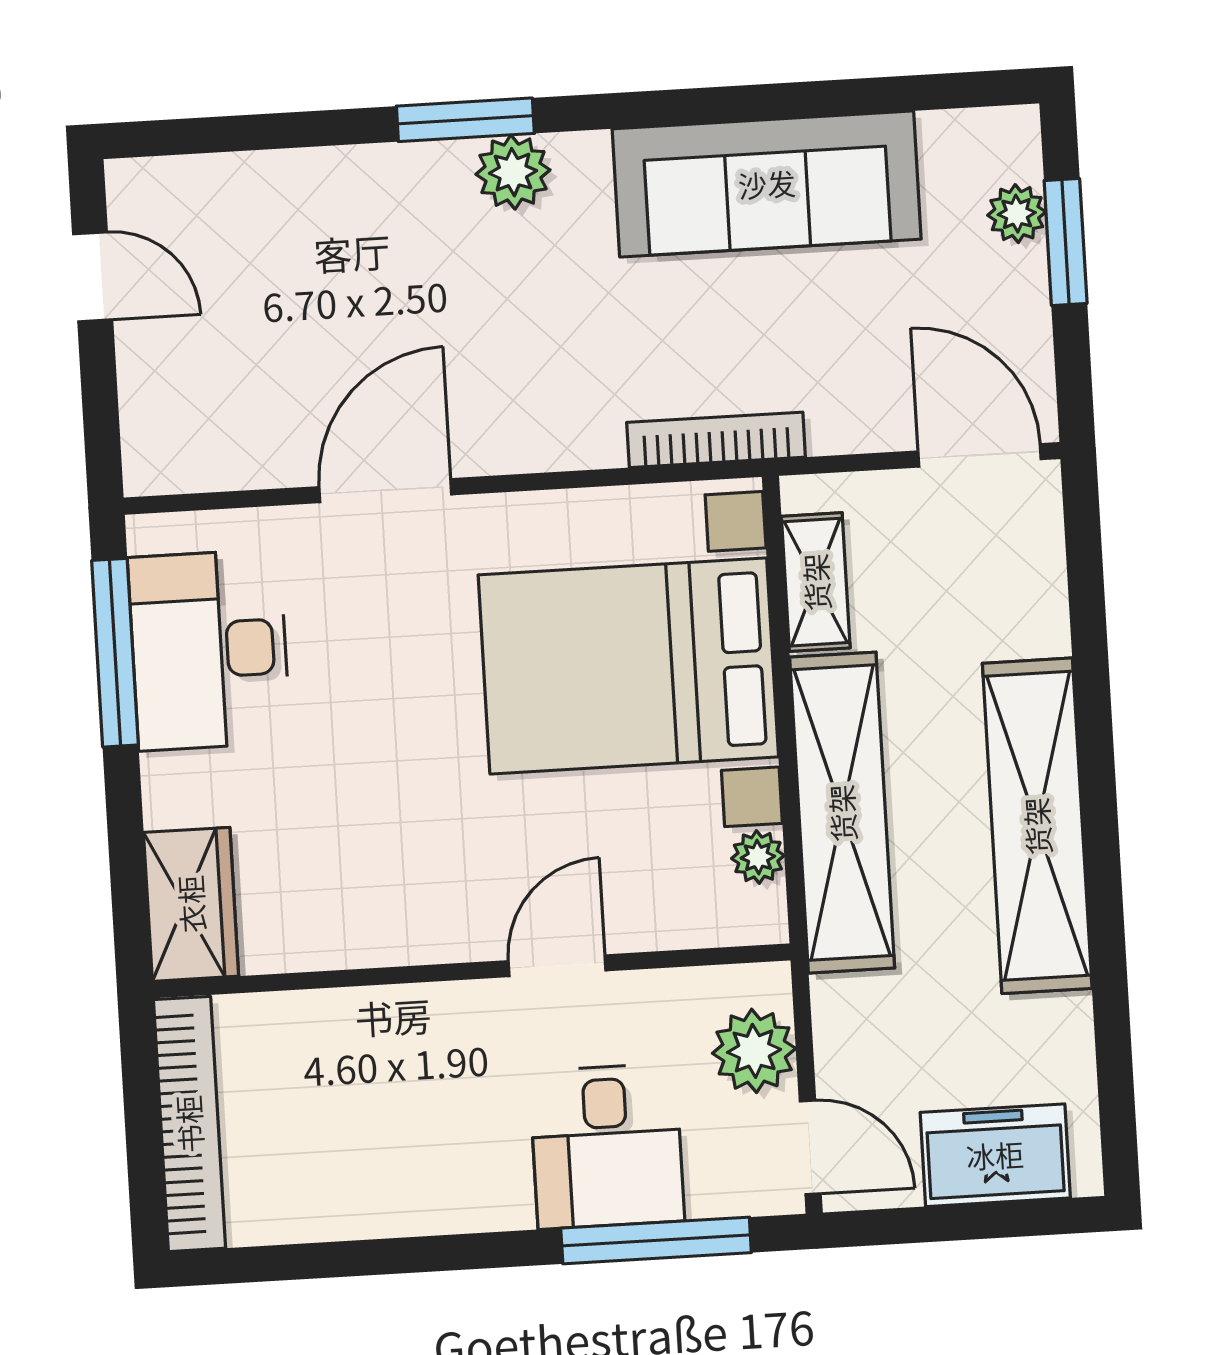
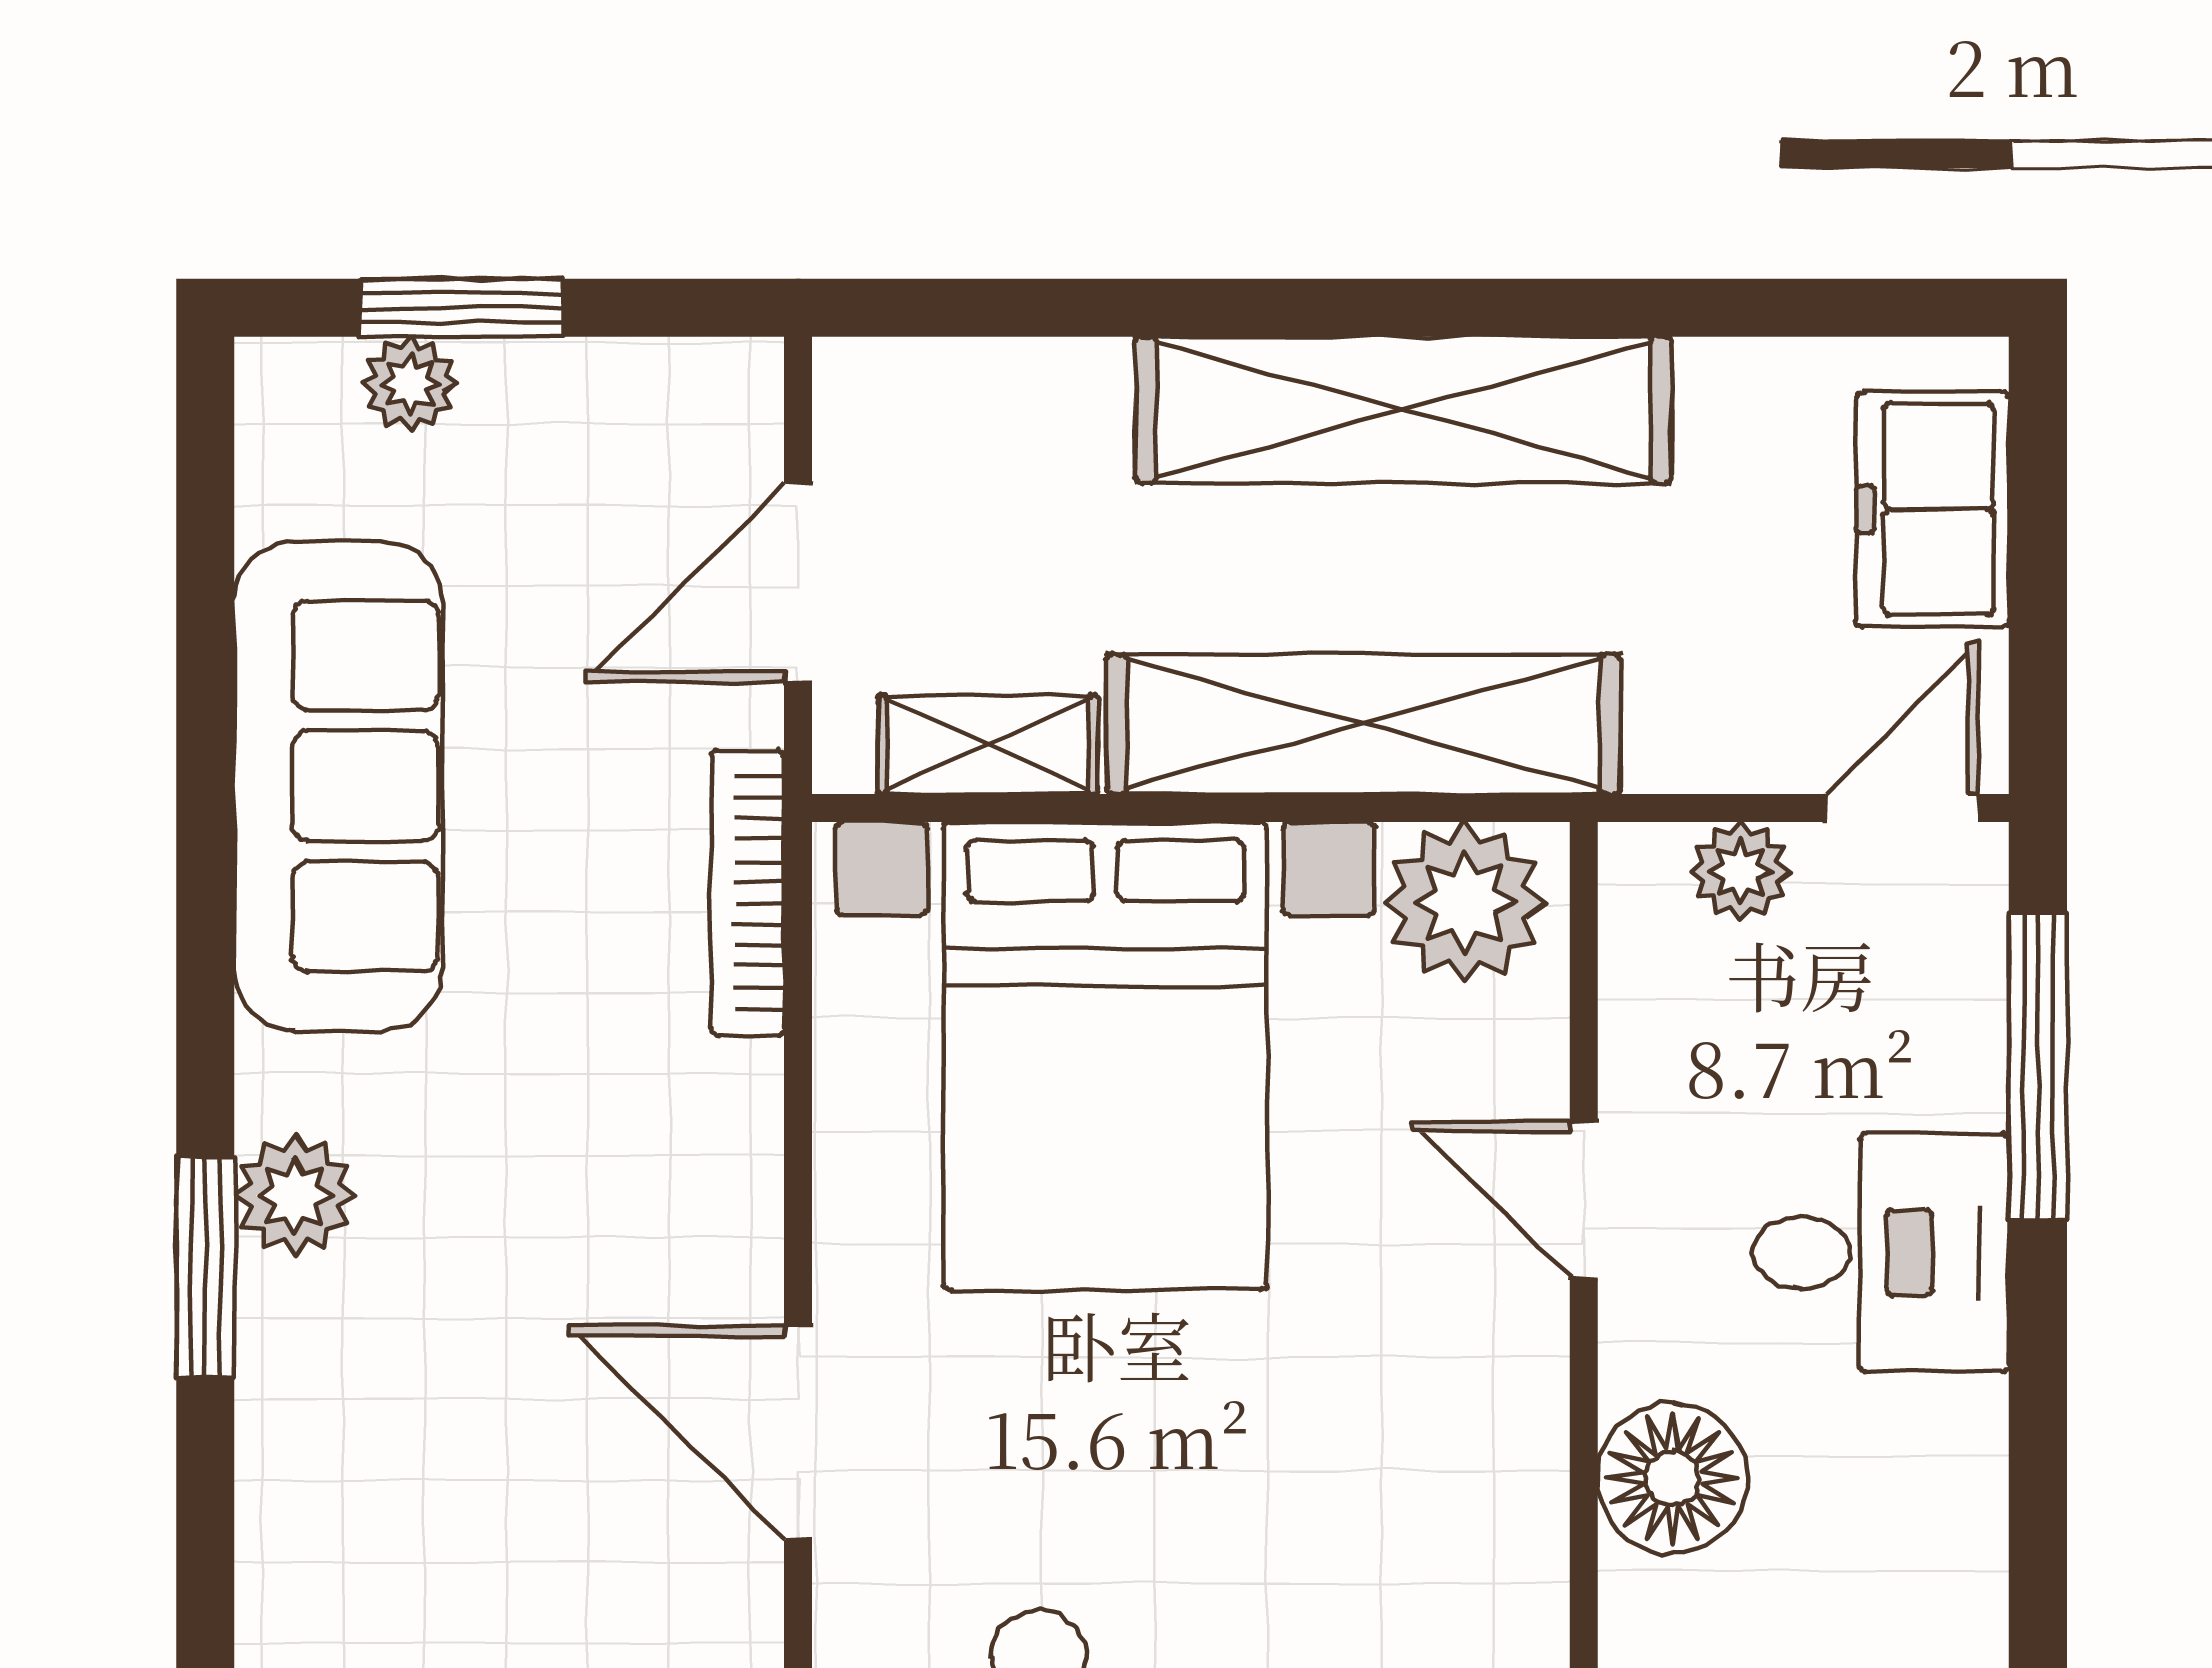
door: (980, 455) -> (798, 583), moved
plant: (758, 857) -> (1465, 902), width x1.88, depth x1.88
floor lamp: (389, 1031) -> (1673, 1478), added
plant: (754, 1051) -> (1740, 871), width x0.73, depth x0.73
desk: (607, 1146) -> (1881, 1253), moved

